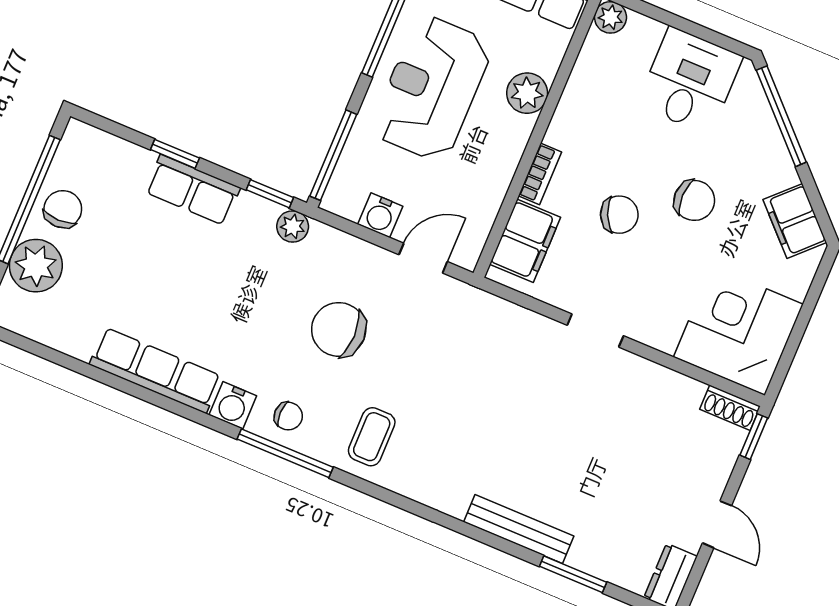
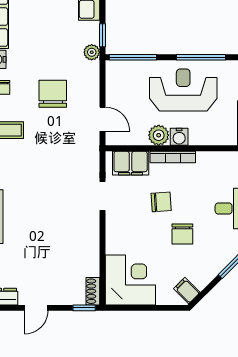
plant: (527, 93) -> (159, 135), moved
bookcase: (540, 174) -> (173, 157), width x1.56
water cooler: (380, 215) -> (179, 137), moved, turned -90
chair: (619, 215) -> (161, 202), turned -70
filing cabinet: (795, 221) -> (187, 291), width x0.50
doorway: (595, 331) -> (103, 196), moved

